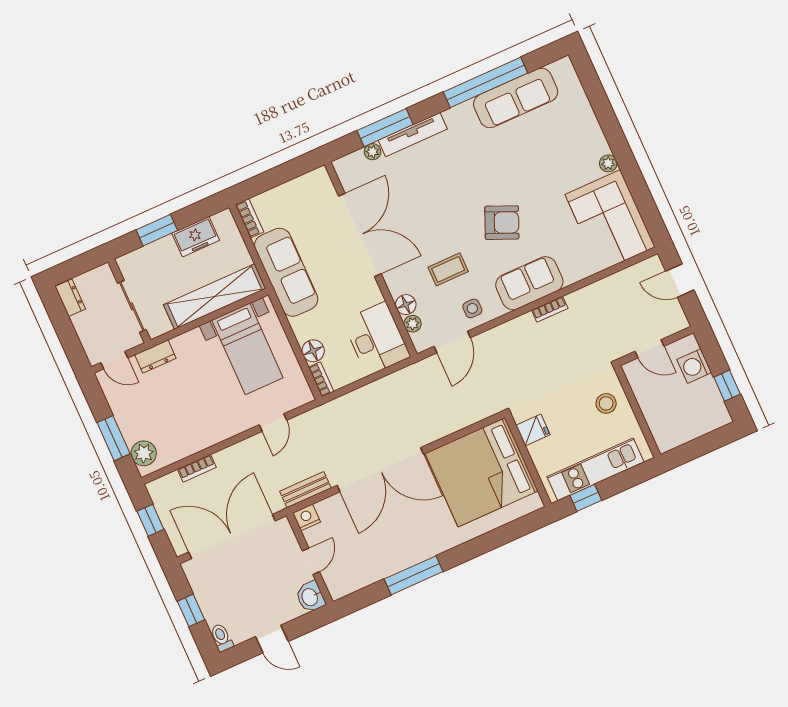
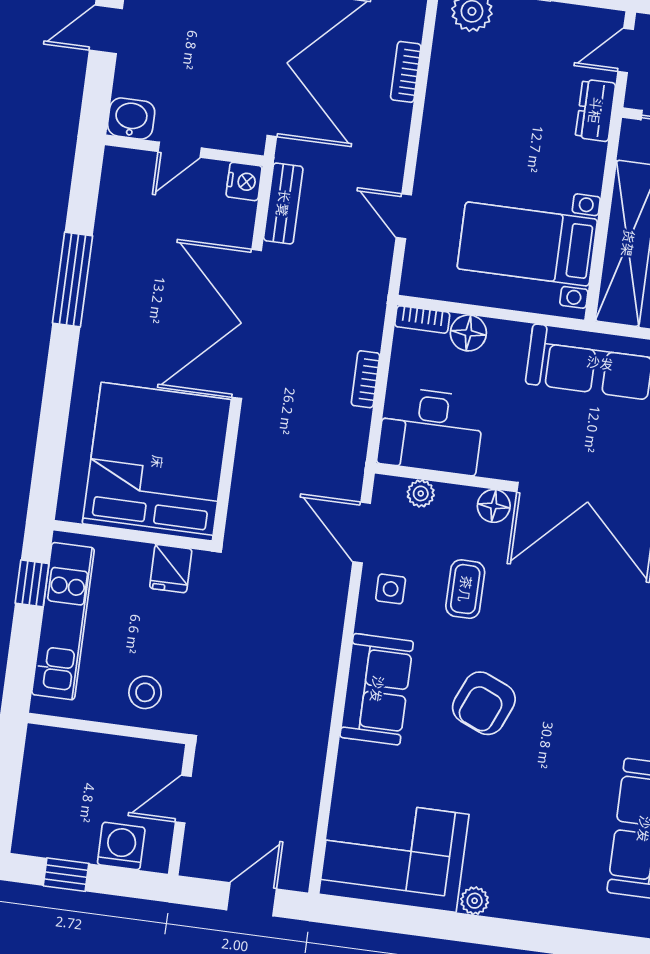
floor lamp: (406, 305) -> (494, 506), moved
bookcase: (550, 309) -> (365, 379), moved
door: (311, 561) -> (180, 150), hinge flipped

